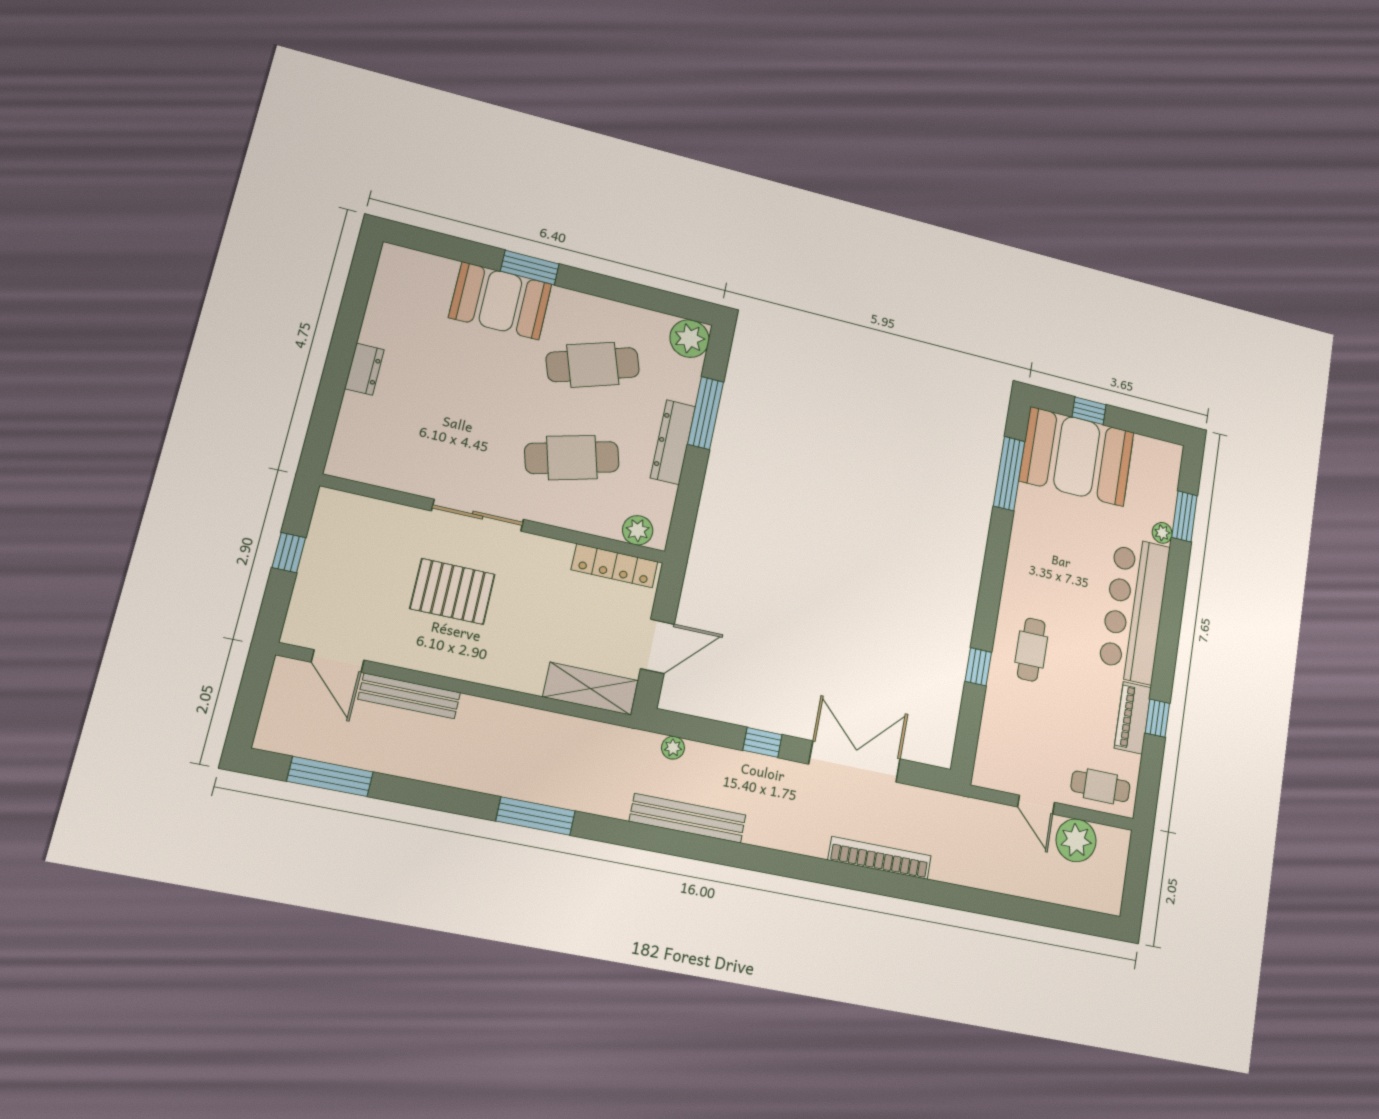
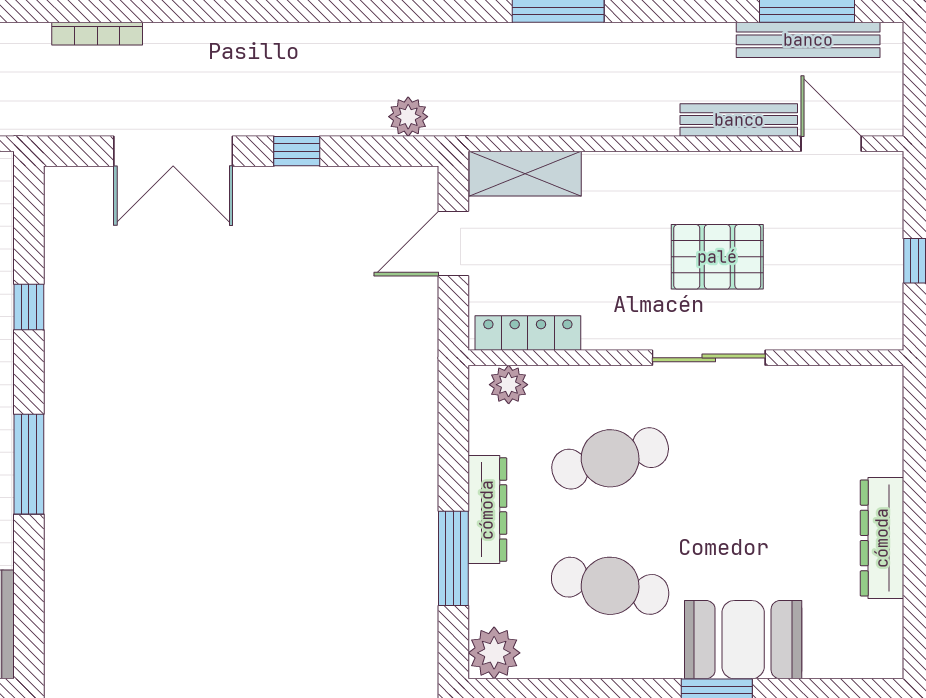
cafe table: (593, 365) -> (610, 586), turned 30
dresser: (364, 369) -> (882, 538), width x1.96, depth x1.24
window: (1009, 474) -> (29, 464), moved
plant: (673, 748) -> (408, 117), width x1.38, depth x1.38
bench: (688, 818) -> (808, 40), moved
bookcase: (880, 858) -> (97, 34), width x0.68, depth x0.76

